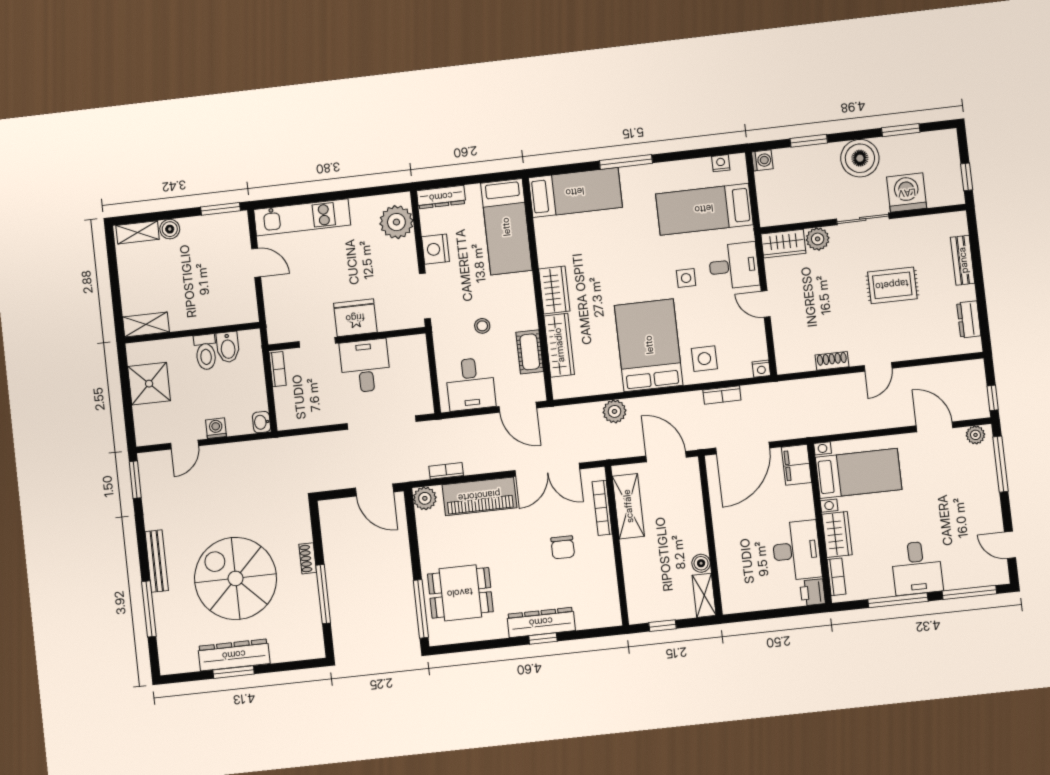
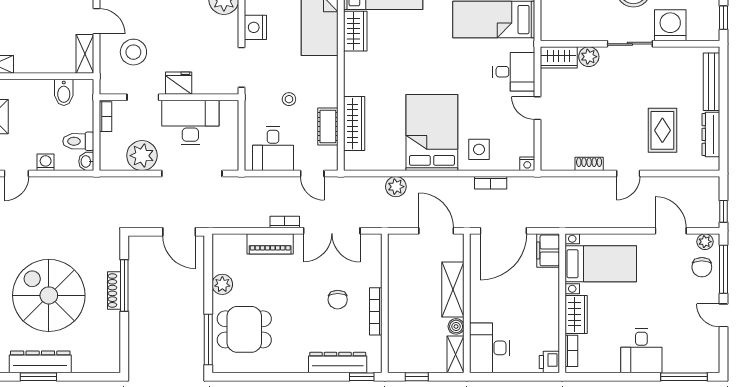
bench: (963, 260) -> (712, 82), width x1.36
side table: (686, 278) -> (471, 78), removed
rug: (892, 285) -> (662, 130), moved, turned 90
wardrobe: (554, 290) -> (355, 31), moved
stool: (301, 293) -> (133, 52), added
shelving: (247, 301) -> (85, 54), added
fridge: (355, 318) -> (179, 83), width x0.73, depth x0.75
dresser: (969, 319) -> (711, 134), width x1.44
toilet: (206, 352) -> (78, 141), moved, turned 90
desk: (365, 366) -> (190, 123), width x1.37
door: (518, 407) -> (312, 174), width x0.73
plant: (323, 408) -> (142, 156), added
chair: (975, 465) -> (702, 267), added
bookcase: (446, 471) -> (285, 222), moved
piano: (479, 496) -> (270, 244), width x0.73, depth x0.75
plant: (425, 498) -> (222, 284), moved
shelving: (628, 506) -> (453, 289), moved
bookcase: (602, 508) -> (376, 311), moved
door: (1010, 545) -> (723, 315), moved
desk: (796, 551) -> (489, 348), moved, turned 180
shoe rack: (308, 558) -> (114, 290), width x1.43
window: (323, 594) -> (124, 286), moved
window: (898, 600) -> (622, 377), removed
dresser: (541, 622) -> (338, 363), moved
window: (543, 639) -> (362, 377), moved

